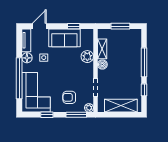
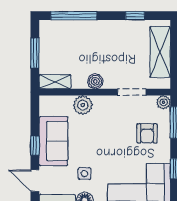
window: (74, 26) -> (35, 146), moved
shelving: (102, 49) -> (55, 82), moved
window: (144, 62) -> (74, 16), moved

